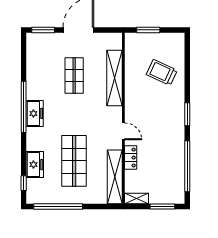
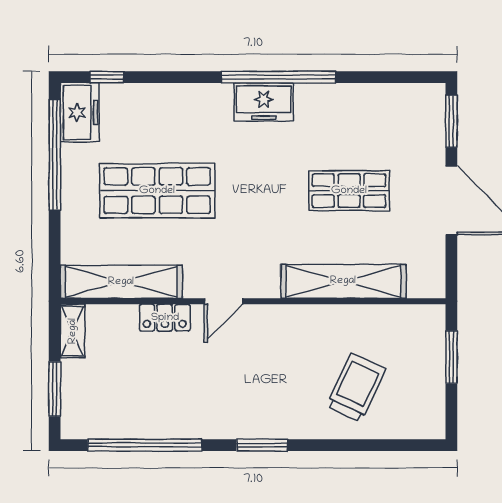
freezer: (35, 165) -> (80, 112), moved, turned -90

